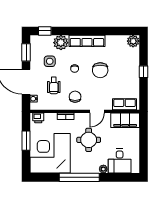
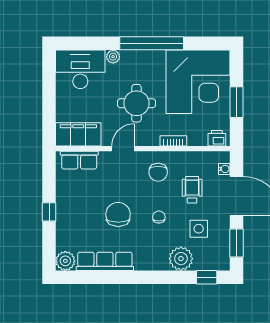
row of seats: (87, 41) -> (105, 261), moved
desk: (120, 161) -> (80, 69), width x1.37

